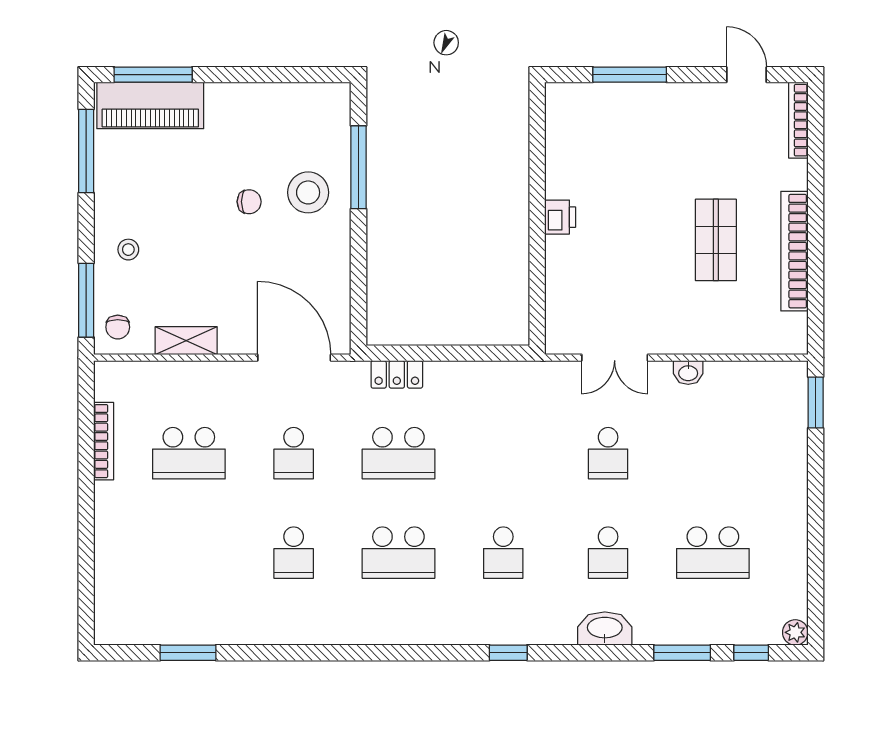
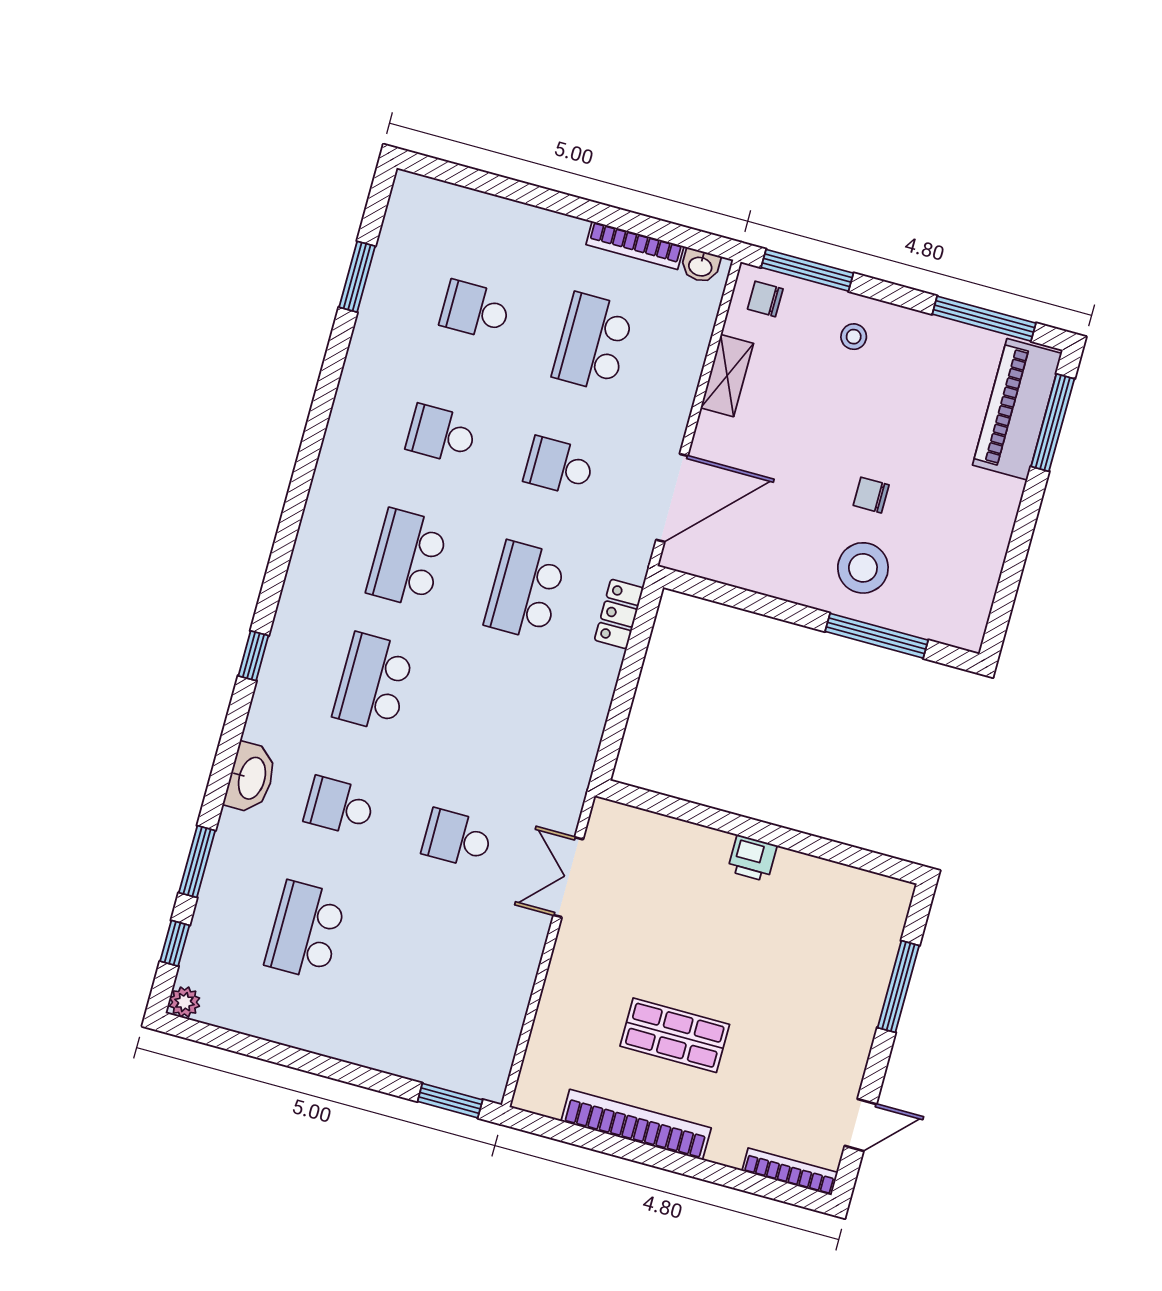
chair: (249, 202) -> (871, 495), turned 90
washbasin: (688, 373) -> (700, 266), moved, turned -90
school desk: (189, 553) -> (475, 310), added
school desk: (503, 553) -> (373, 682), width x1.85

